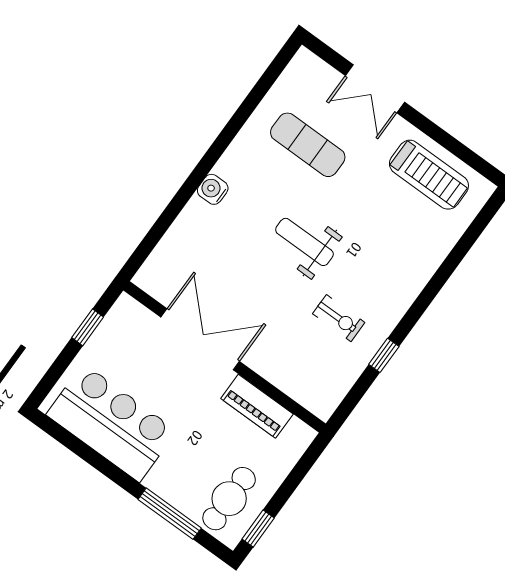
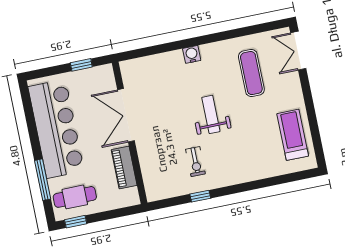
double door: (375, 89) -> (298, 51), moved
treadmill: (429, 175) -> (293, 135), turned 180
double door: (200, 339) -> (126, 115), swing flipped
bar counter: (111, 423) -> (56, 129), width x1.36

